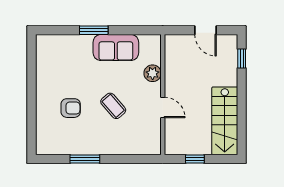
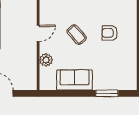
window: (94, 30) -> (107, 93), moved
door: (163, 108) -> (38, 33), swing flipped

